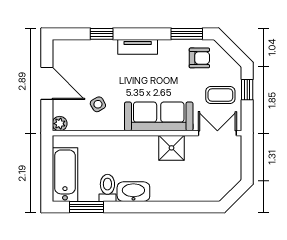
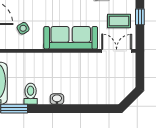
shower: (171, 148) -> (81, 62), removed
washbasin: (133, 192) -> (57, 99), width x0.52, depth x0.69

